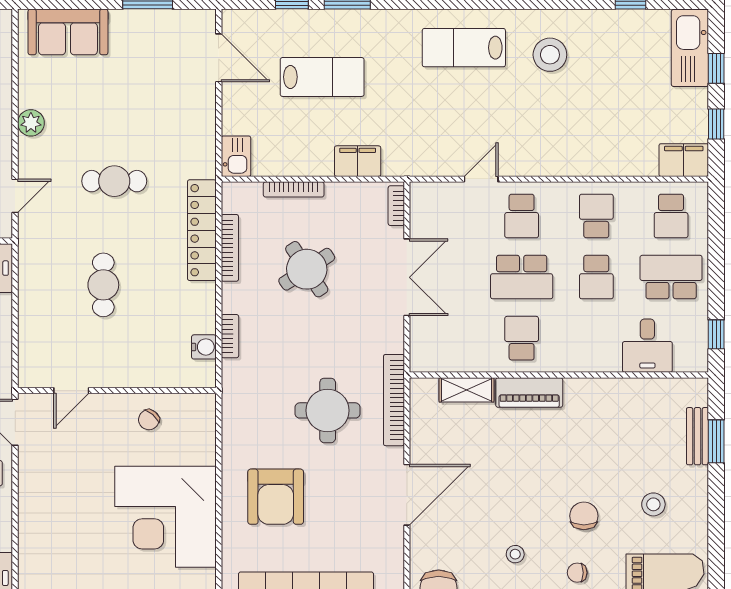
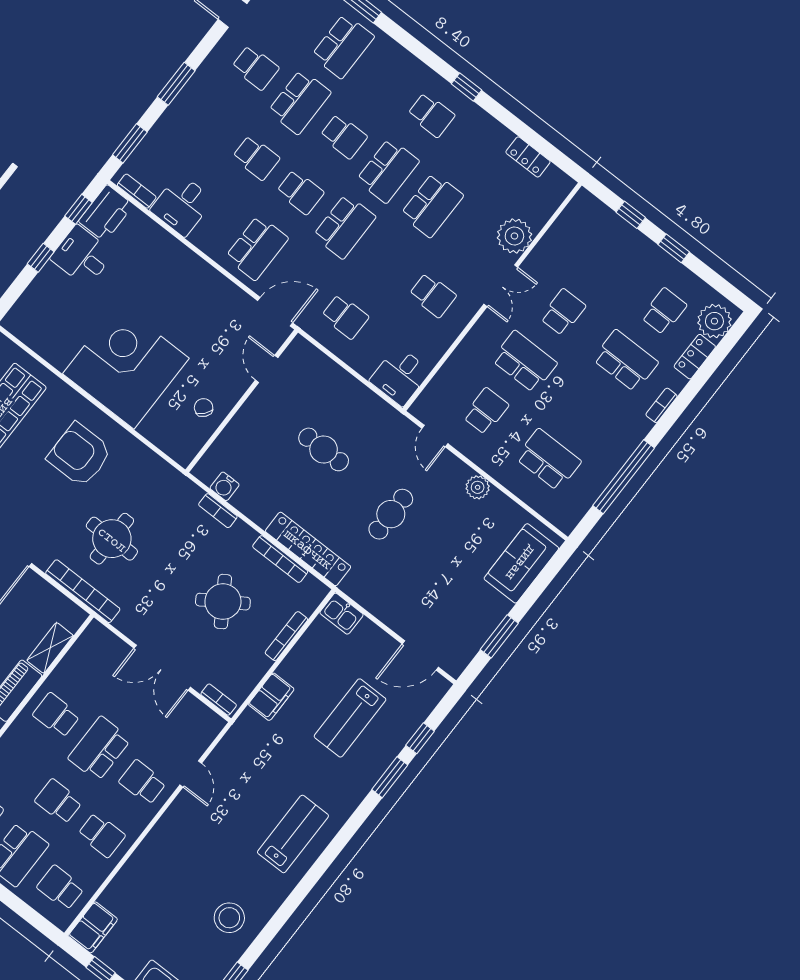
stool: (550, 55) -> (229, 918), moved
school desk: (522, 338) -> (56, 715), turned 180

